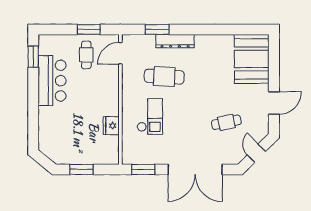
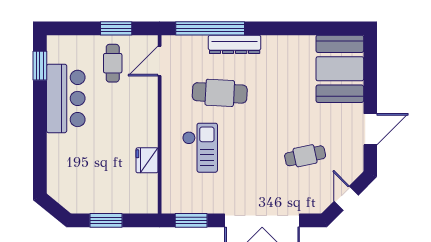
window: (157, 29) -> (210, 28), width x2.11

